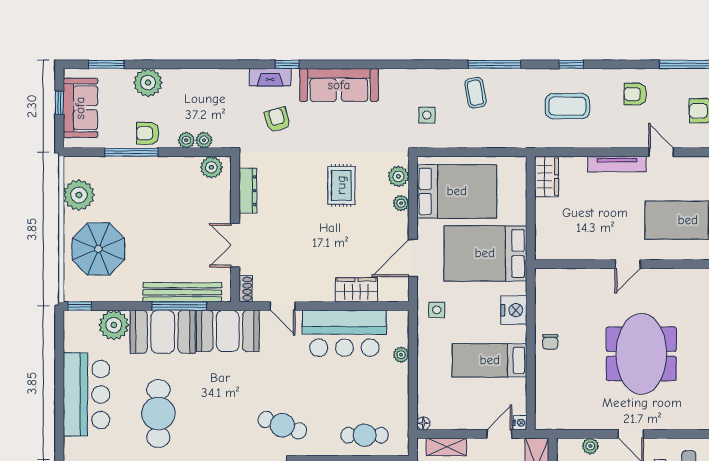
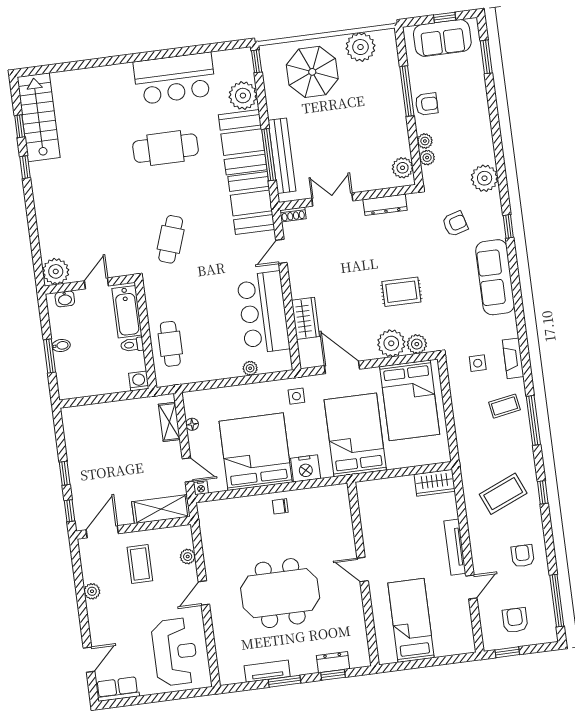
fireplace: (270, 77) -> (513, 358), moved
plant: (148, 83) -> (485, 178), moved
coffee table: (567, 106) -> (503, 494), turned 67
armchair: (148, 133) -> (427, 104), turned 90
plant: (401, 203) -> (391, 343), width x1.88, depth x1.88
bed: (490, 360) -> (256, 452), width x2.04
floor lamp: (423, 423) -> (192, 424), moved
cafe table: (282, 425) -> (171, 239), moved

